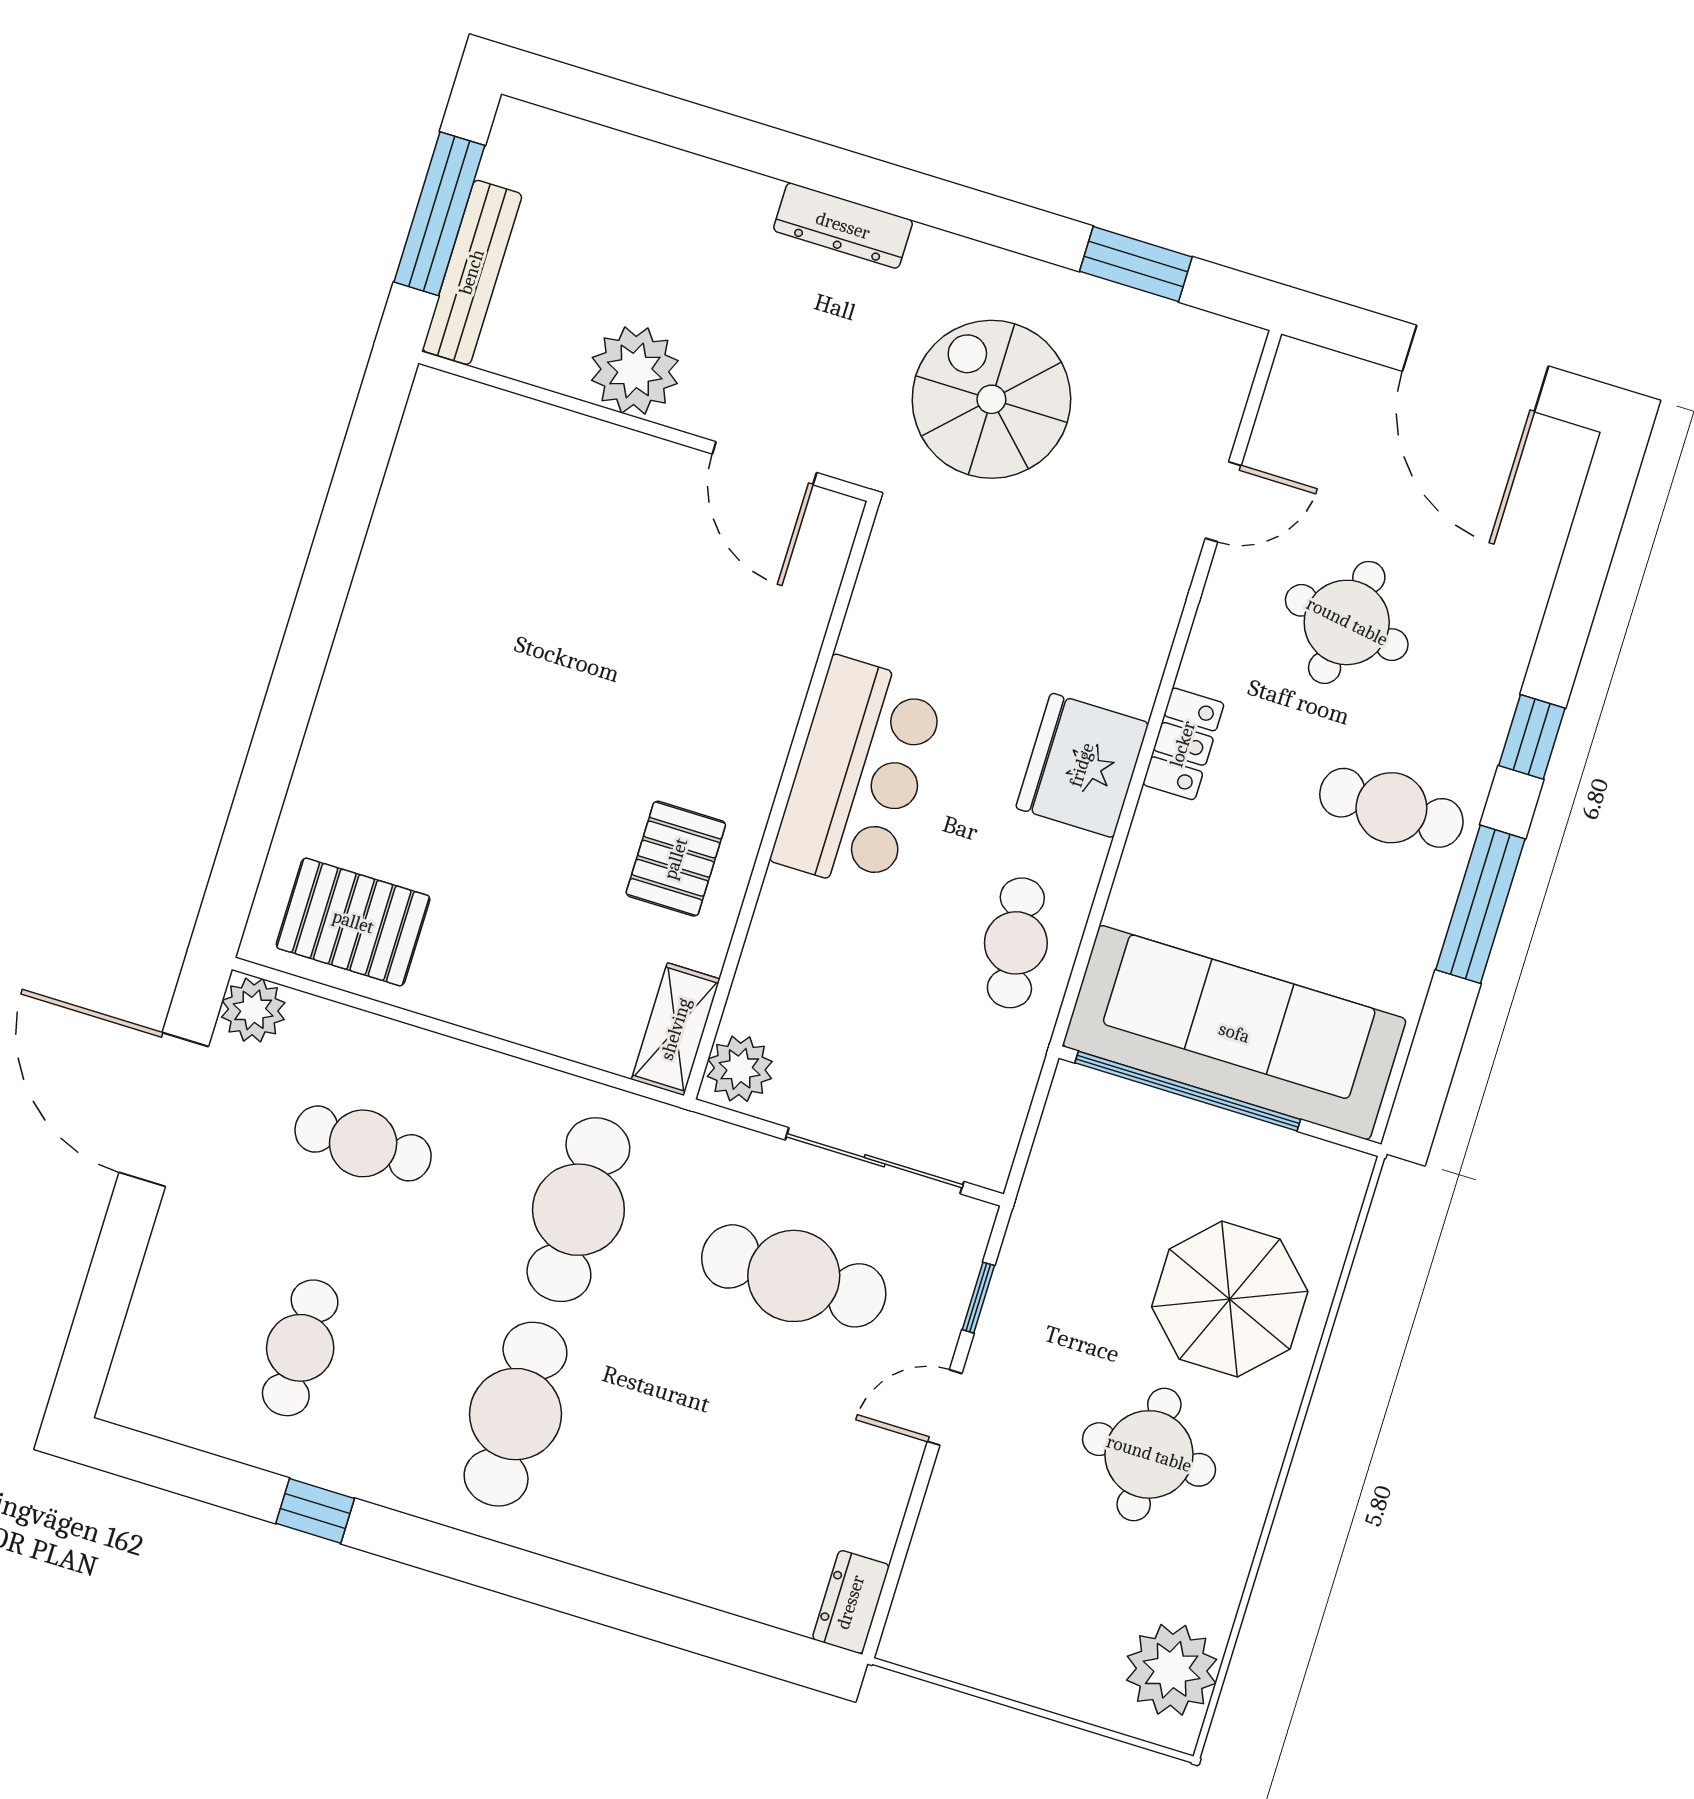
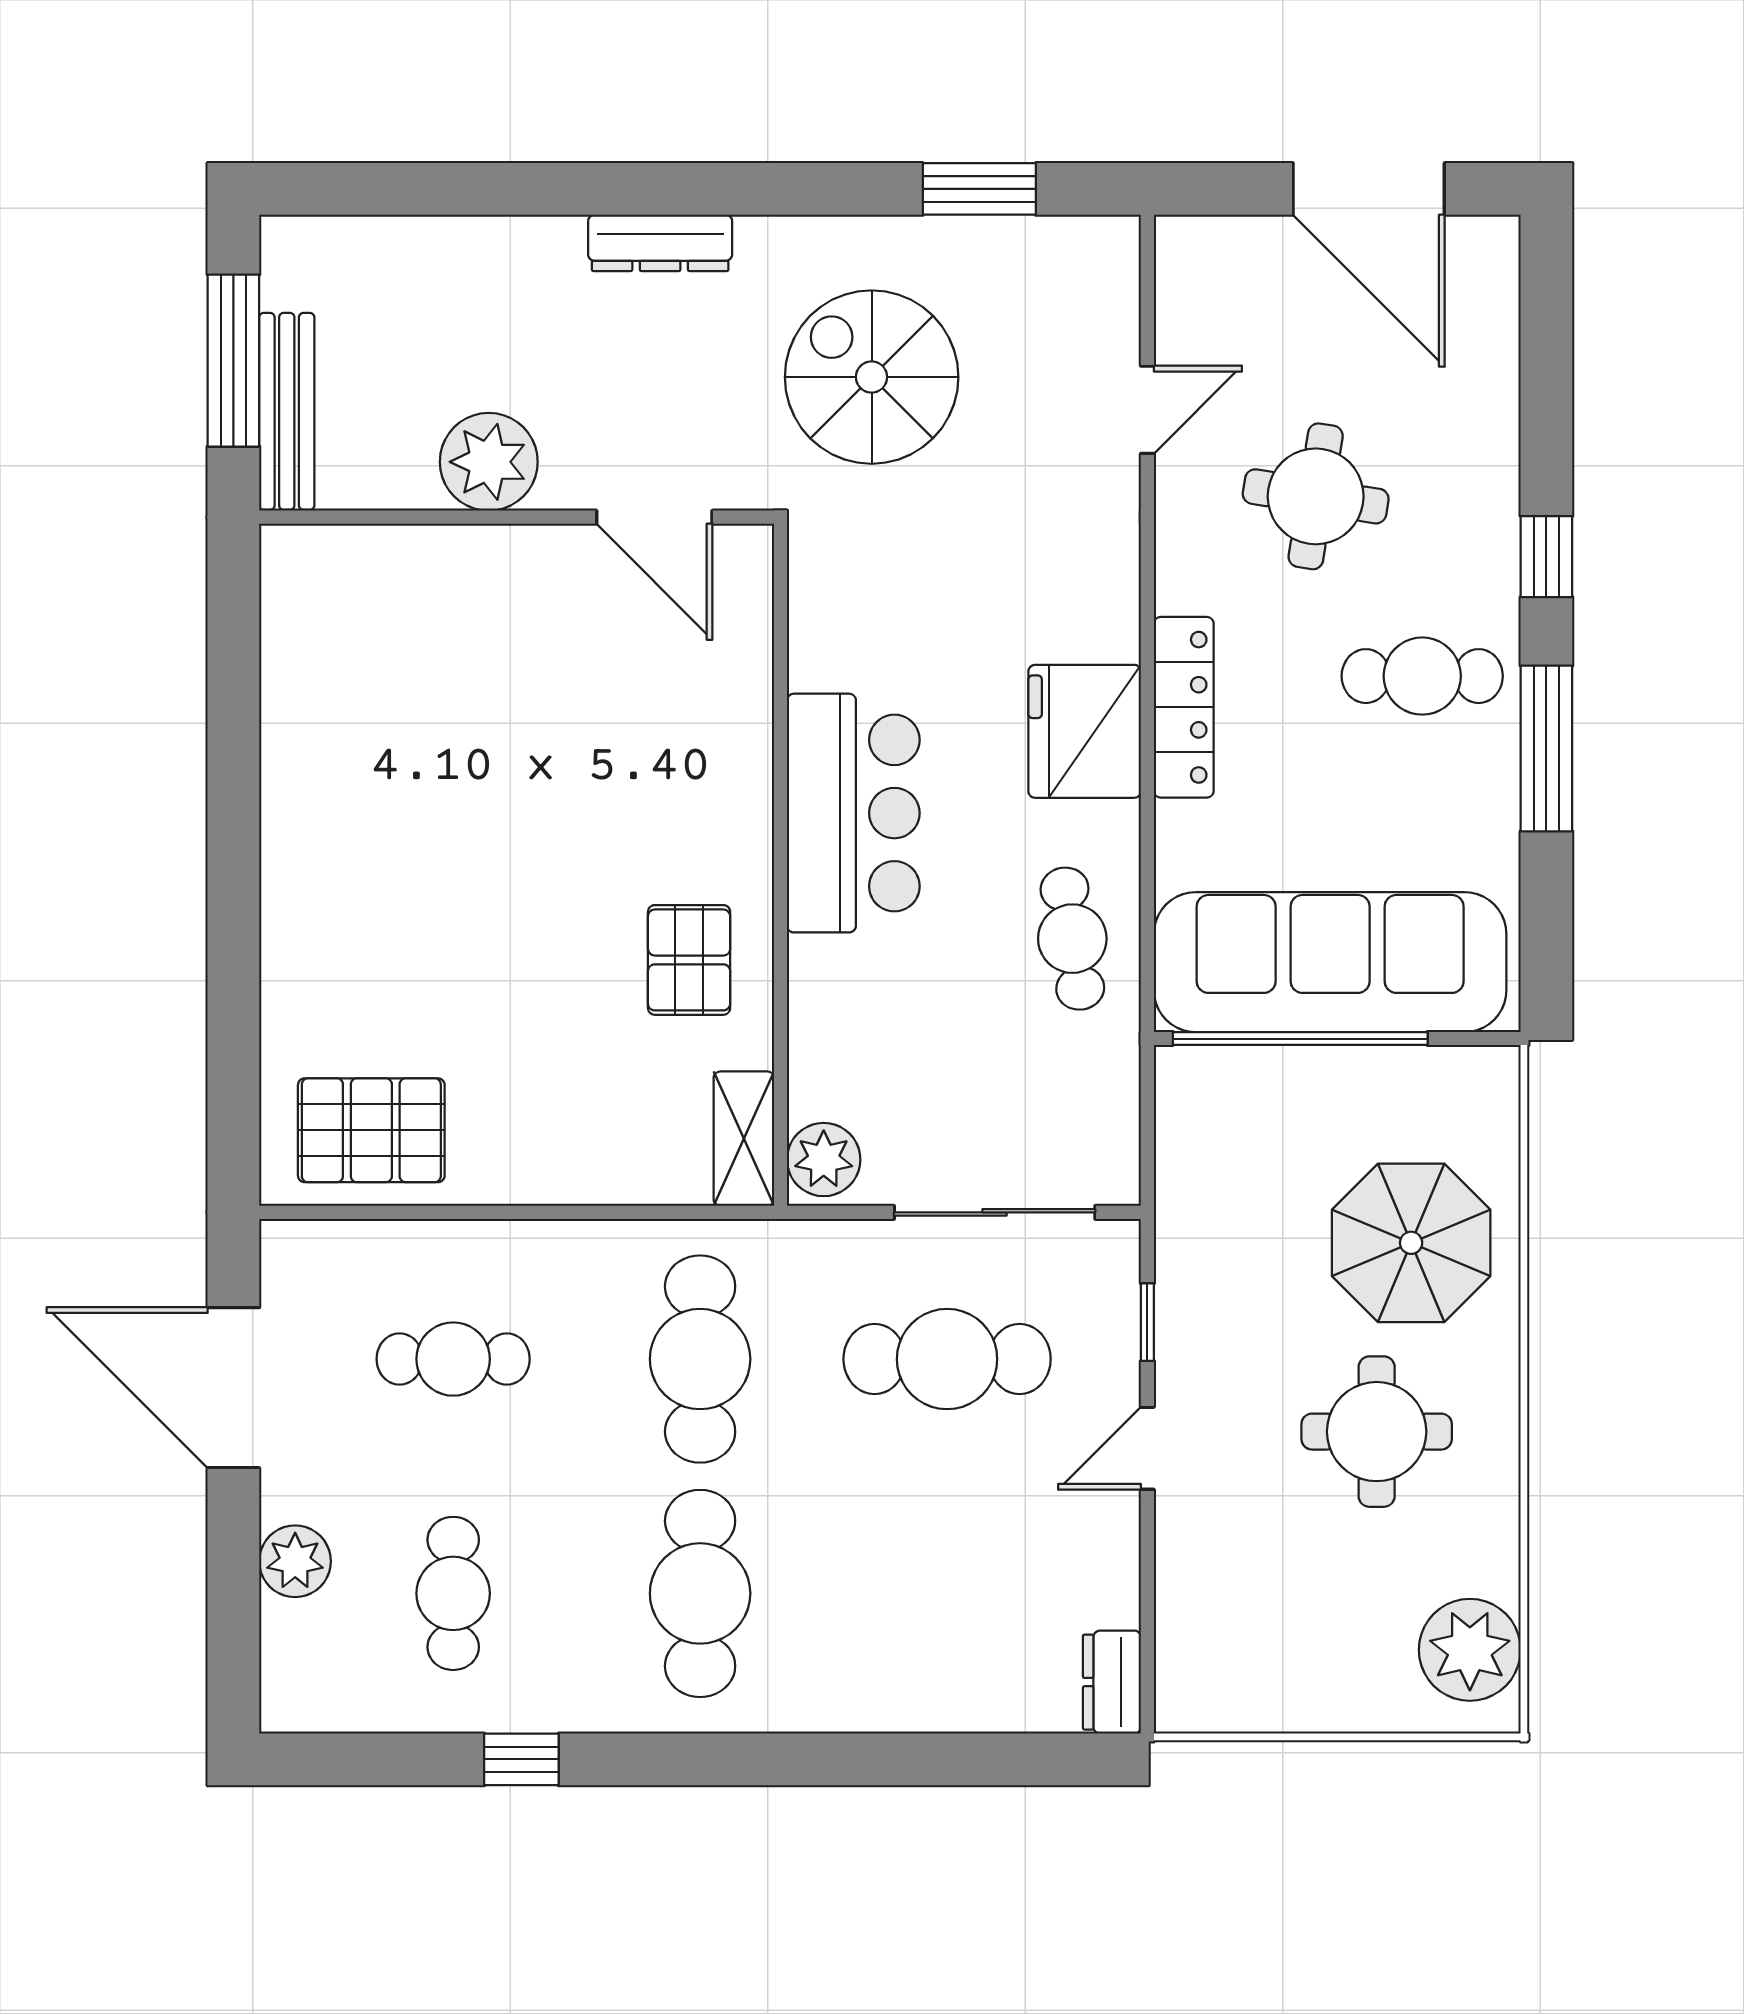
locker: (1183, 744) -> (1184, 707), width x1.53
plant: (253, 1010) -> (295, 1561), moved

